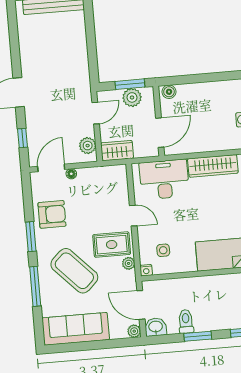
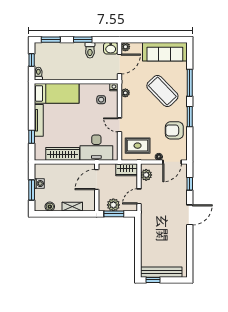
shelving: (192, 90) -> (72, 207), added
boiler: (169, 92) -> (50, 207), moved
rug: (112, 245) -> (138, 146), moved
door: (141, 305) -> (119, 64), hinge flipped

